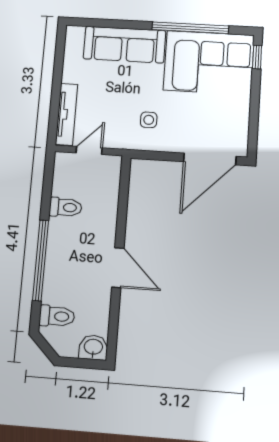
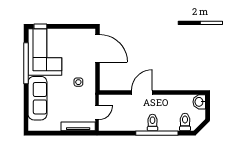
door: (89, 150) -> (97, 113), swing flipped
toilet: (65, 207) -> (152, 123), moved
door: (118, 268) -> (142, 92), moved

